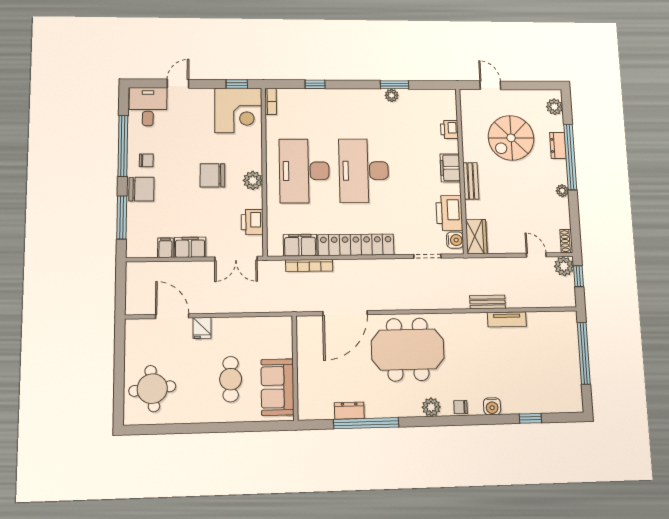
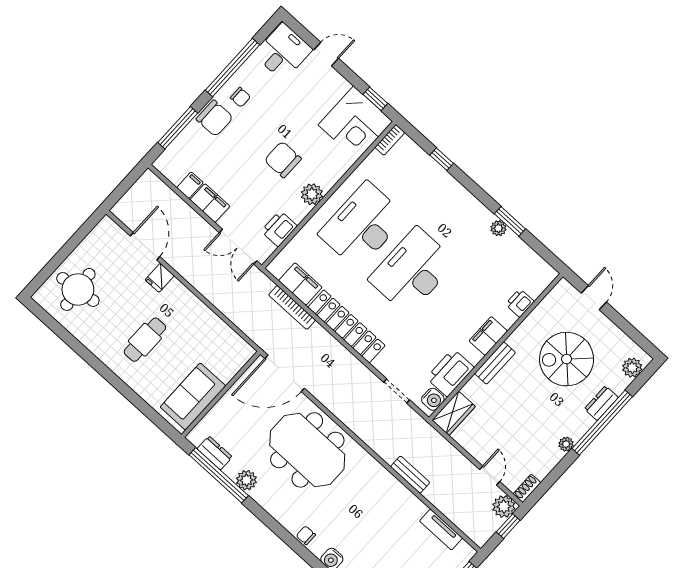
tv unit: (507, 319) -> (441, 529), moved
wall: (295, 368) -> (221, 394), moved
sofa: (277, 387) -> (193, 396), moved
plant: (431, 407) -> (247, 480), moved

